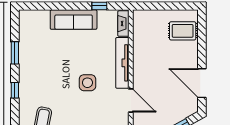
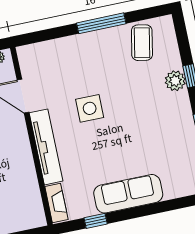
plant: (26, 89) -> (175, 81), added

